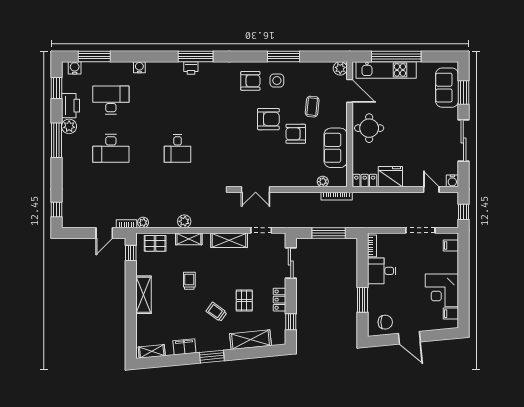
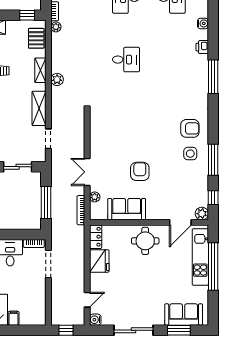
window: (323, 56) -> (213, 198), added
printer: (191, 68) -> (202, 47), moved
armchair: (250, 81) -> (190, 128), turned -90
coffee table: (312, 107) -> (166, 187), removed
armchair: (268, 119) -> (154, 146), removed
desk: (178, 148) -> (126, 60), turned 180
double door: (256, 189) -> (87, 172), moved
plant: (184, 221) -> (57, 79), moved
doorway: (420, 230) -> (48, 264), moved
filing cabinet: (451, 245) -> (14, 318), moved

